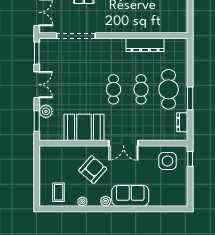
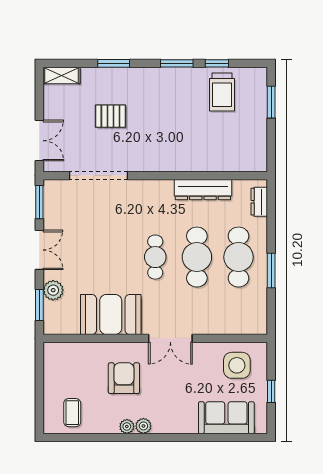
cafe table: (141, 89) -> (197, 257), width x1.37, depth x1.35
dresser: (182, 122) -> (259, 202), moved
window: (190, 159) -> (271, 391), moved
armchair: (93, 170) -> (124, 378), turned -41
sofa: (130, 196) -> (226, 418), moved
plant: (82, 201) -> (127, 426), moved

